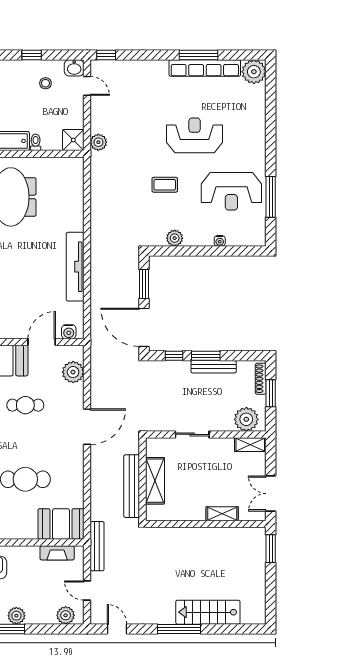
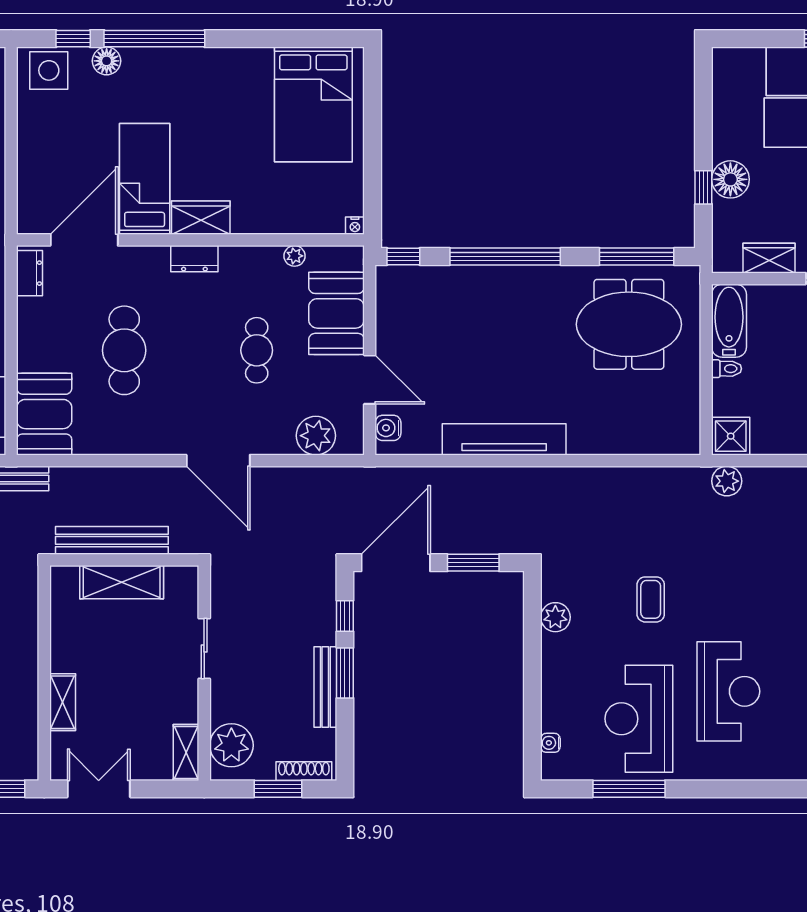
reception desk: (195, 135) -> (728, 691), moved
water cooler: (220, 241) -> (550, 743), moved

